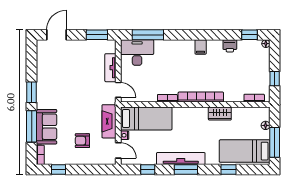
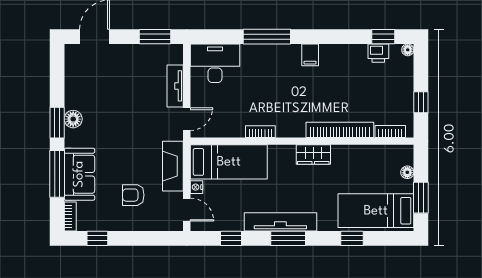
window: (148, 35) -> (267, 37), moved
printer: (230, 46) -> (378, 53), moved
floor lamp: (42, 90) -> (73, 119), added
door: (118, 90) -> (187, 119), hinge flipped
bookcase: (201, 97) -> (340, 130), moved
wardrobe: (220, 114) -> (313, 155), moved
window: (275, 142) -> (421, 198), width x0.69

